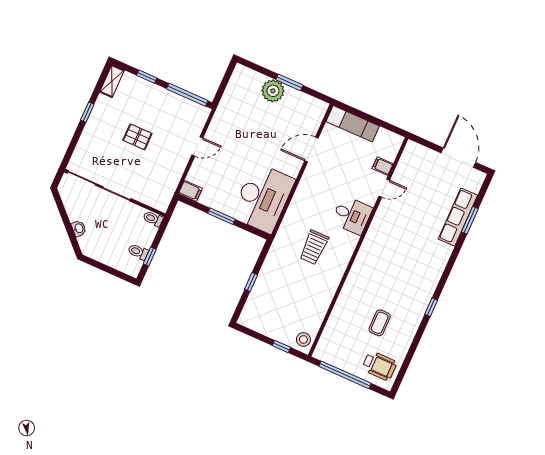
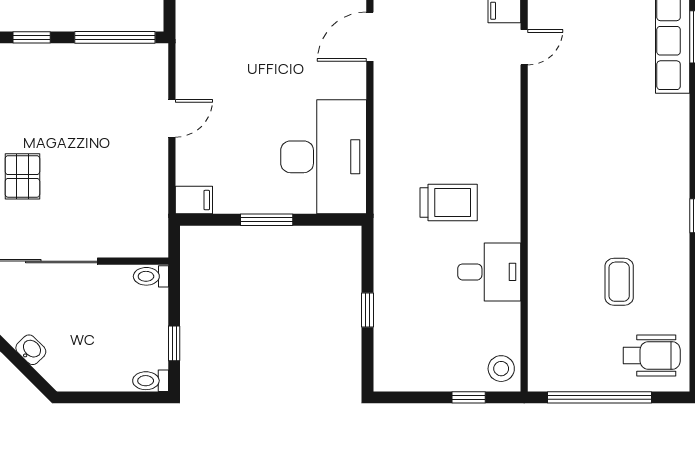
pallet: (137, 137) -> (22, 176), moved, turned 90
desk: (352, 215) -> (489, 272), moved
trolley: (314, 247) -> (449, 203), turned -90
toilet: (138, 252) -> (151, 381), moved

